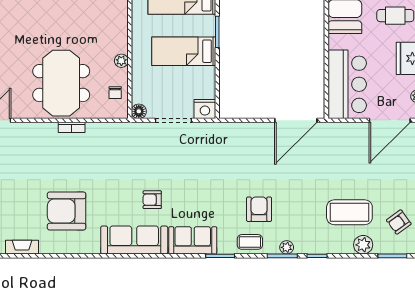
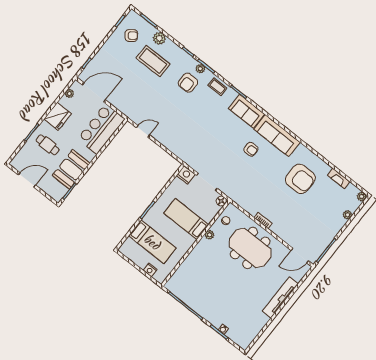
bed: (184, 51) -> (186, 219), moved, turned 180
meeting table: (61, 83) -> (250, 248), turned 90
door: (296, 120) -> (143, 131), width x0.53
armchair: (259, 209) -> (188, 83), moved

